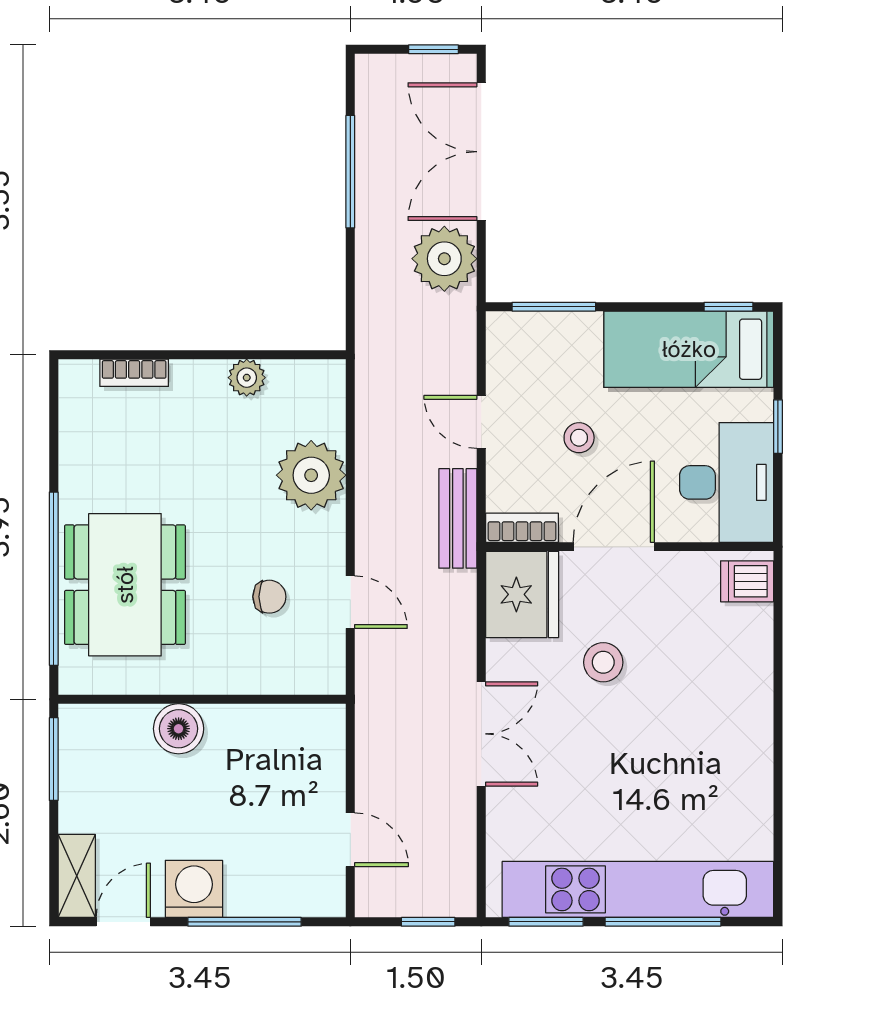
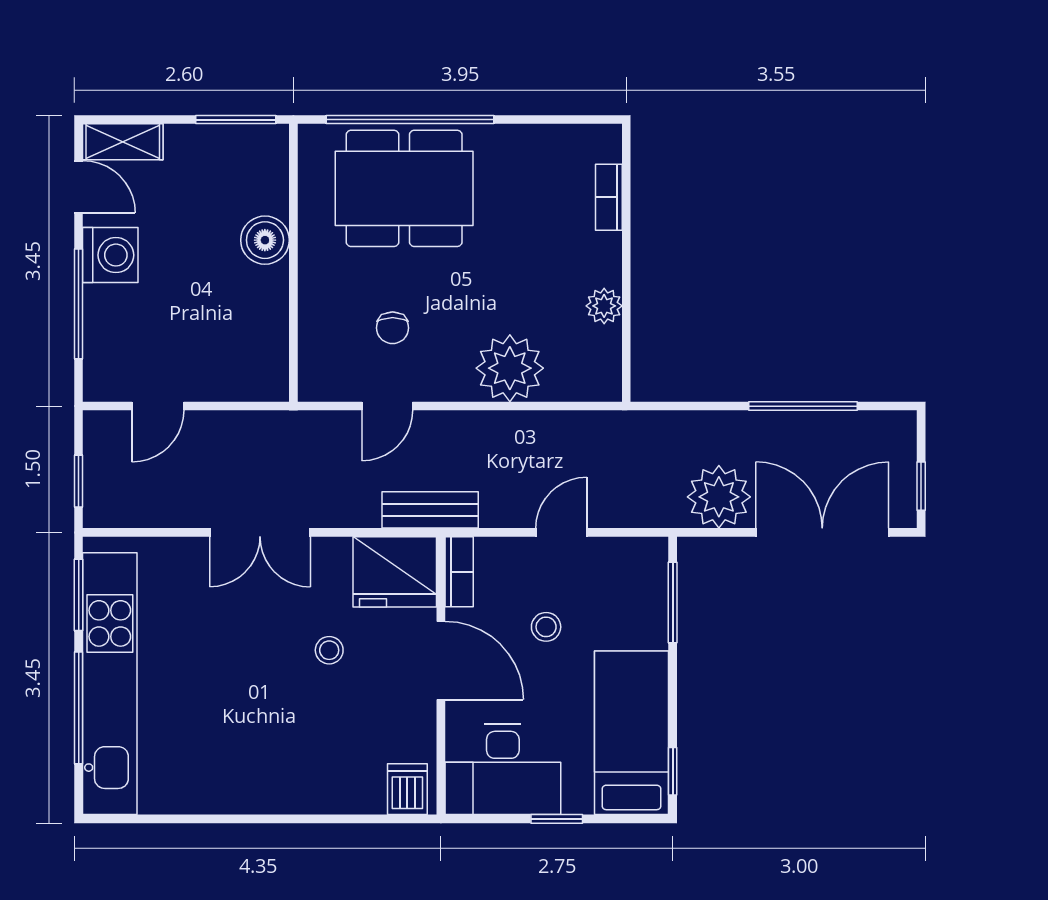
bench: (458, 518) -> (430, 510), moved
stool: (603, 662) -> (329, 650), width x0.73, depth x0.73

